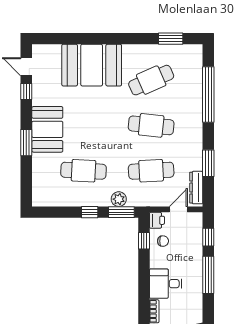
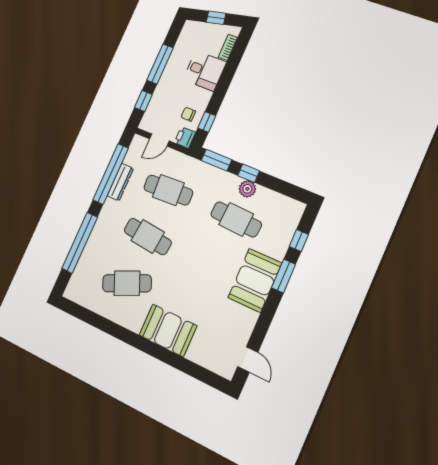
window: (171, 39) -> (89, 317), removed
booth: (92, 65) -> (168, 330), width x0.73, depth x0.70
window: (26, 91) -> (299, 240), moved
window: (208, 163) -> (111, 174), width x2.11
dresser: (196, 188) -> (120, 182), moved
plant: (119, 199) -> (247, 189), moved

